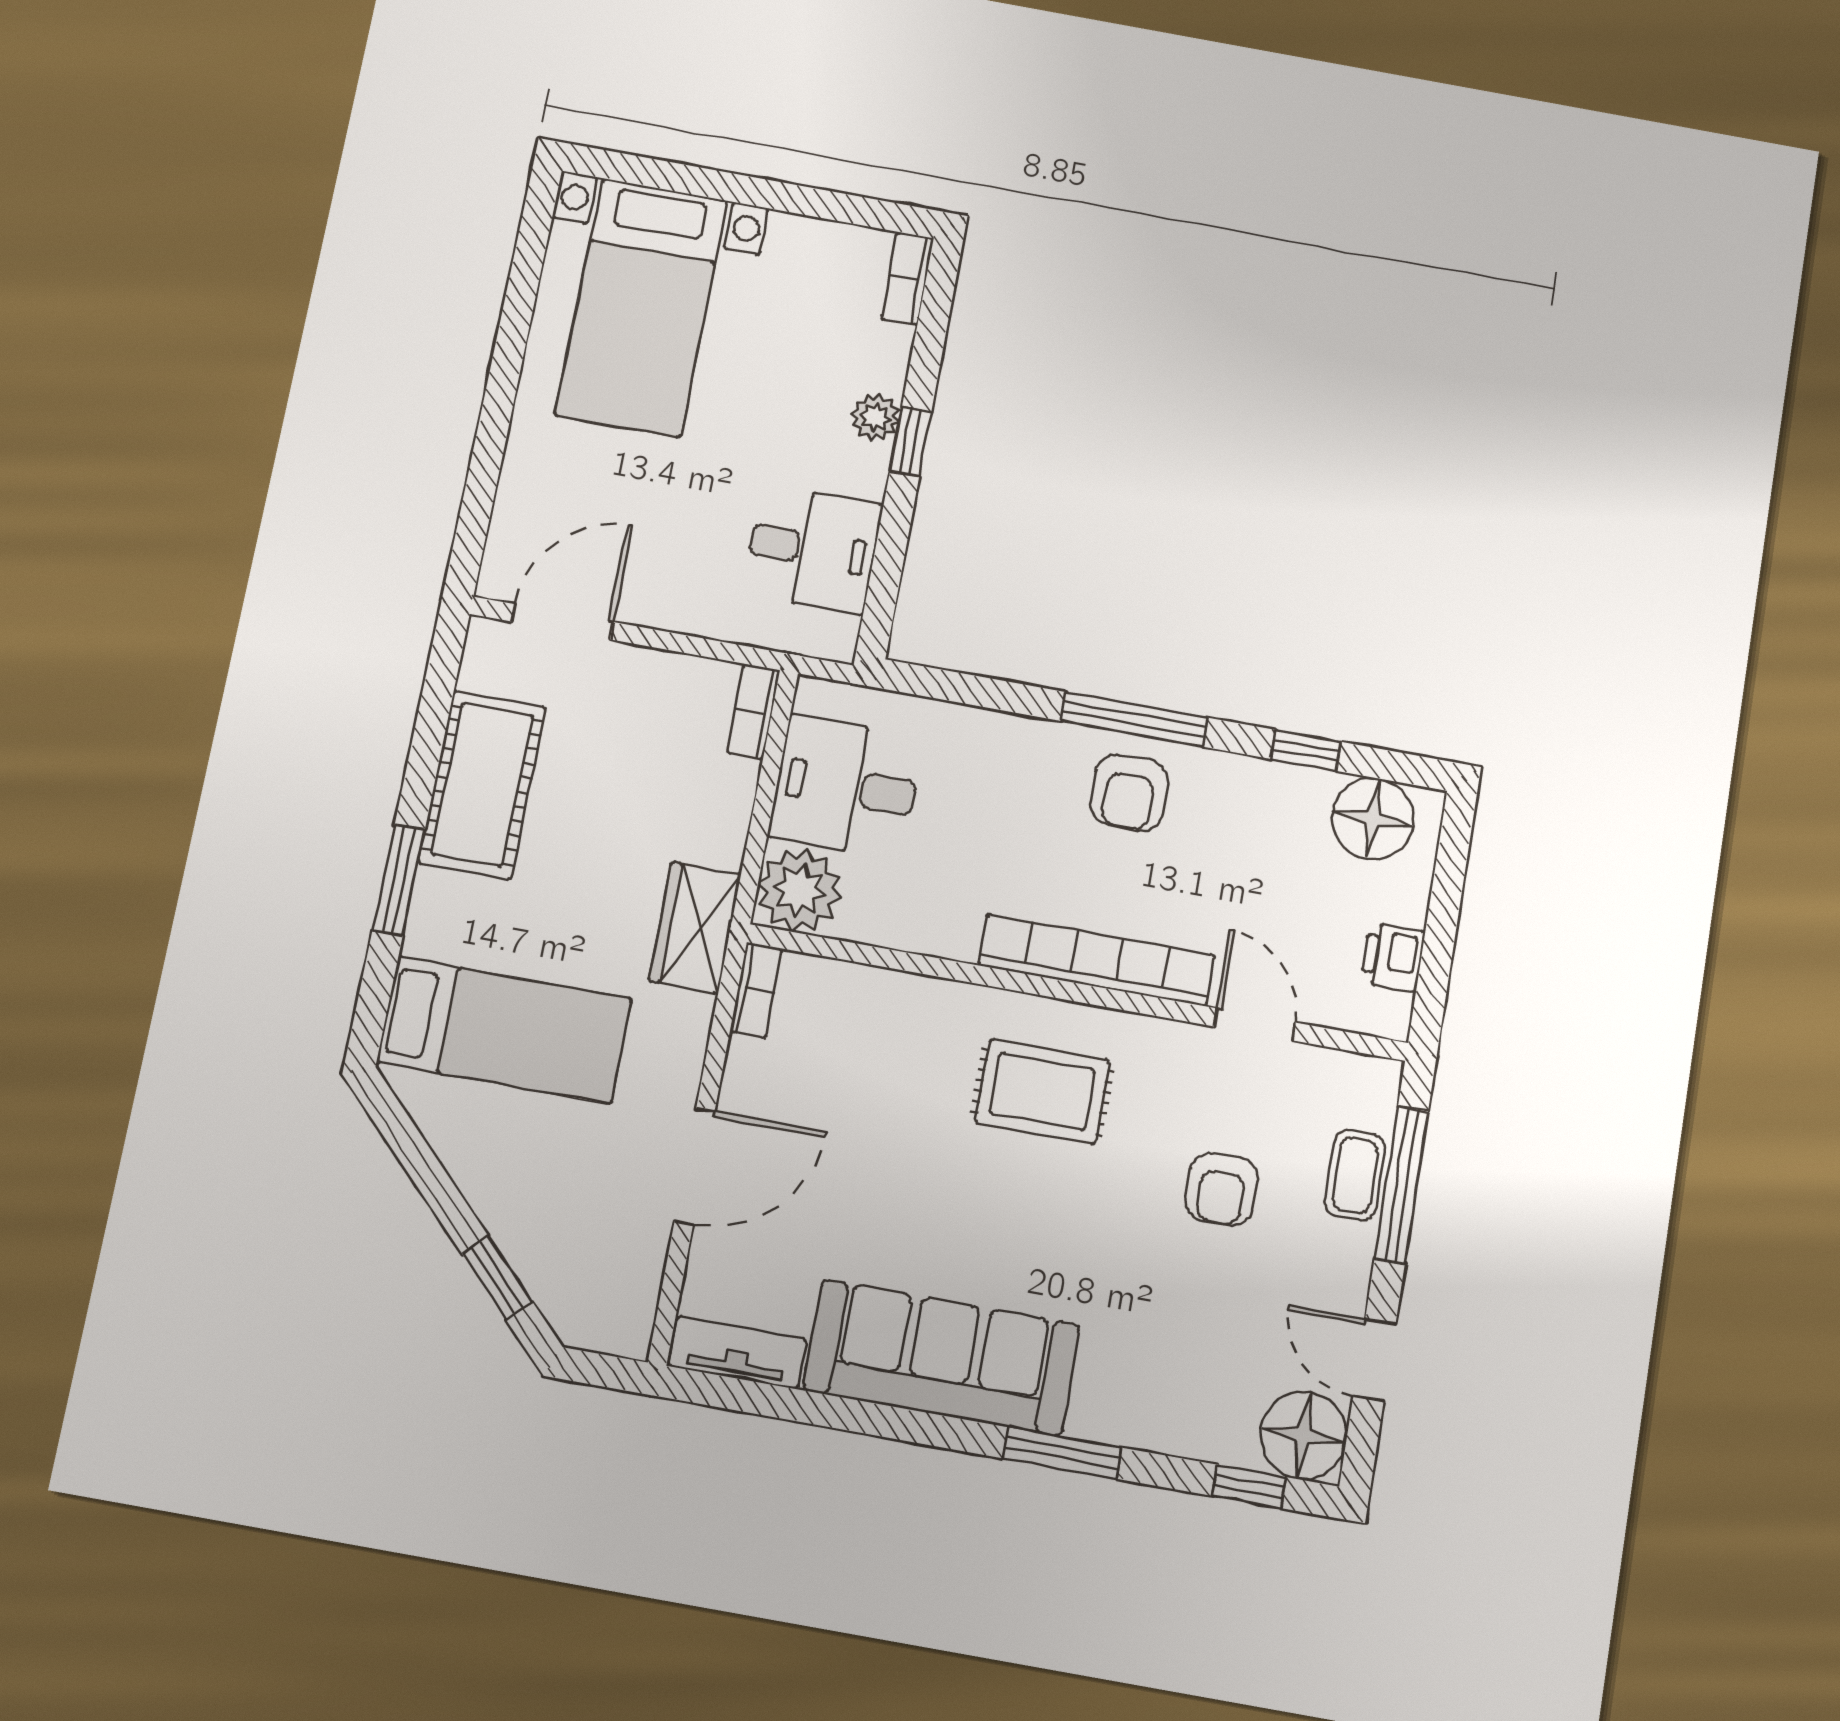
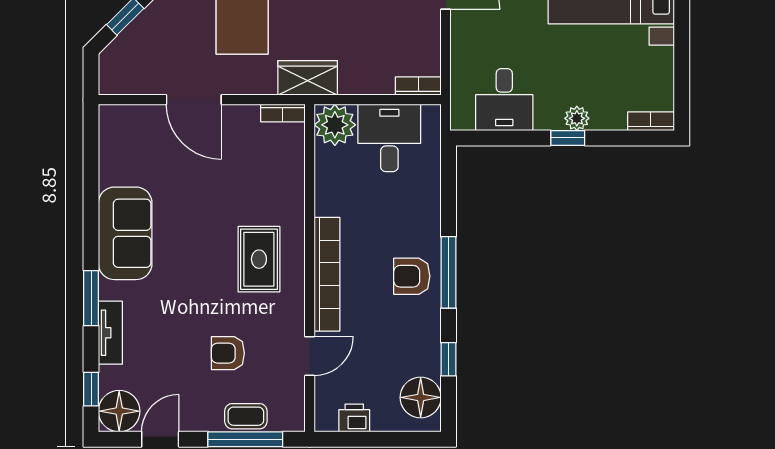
tv unit: (738, 1353) -> (110, 333), moved
sofa: (942, 1357) -> (125, 233), width x0.73

